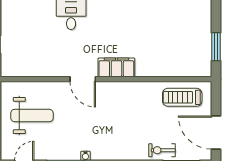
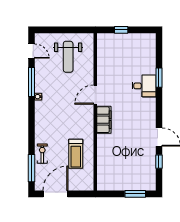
window: (216, 47) -> (135, 194), moved
treadmill: (182, 97) -> (76, 154), moved, turned 180

